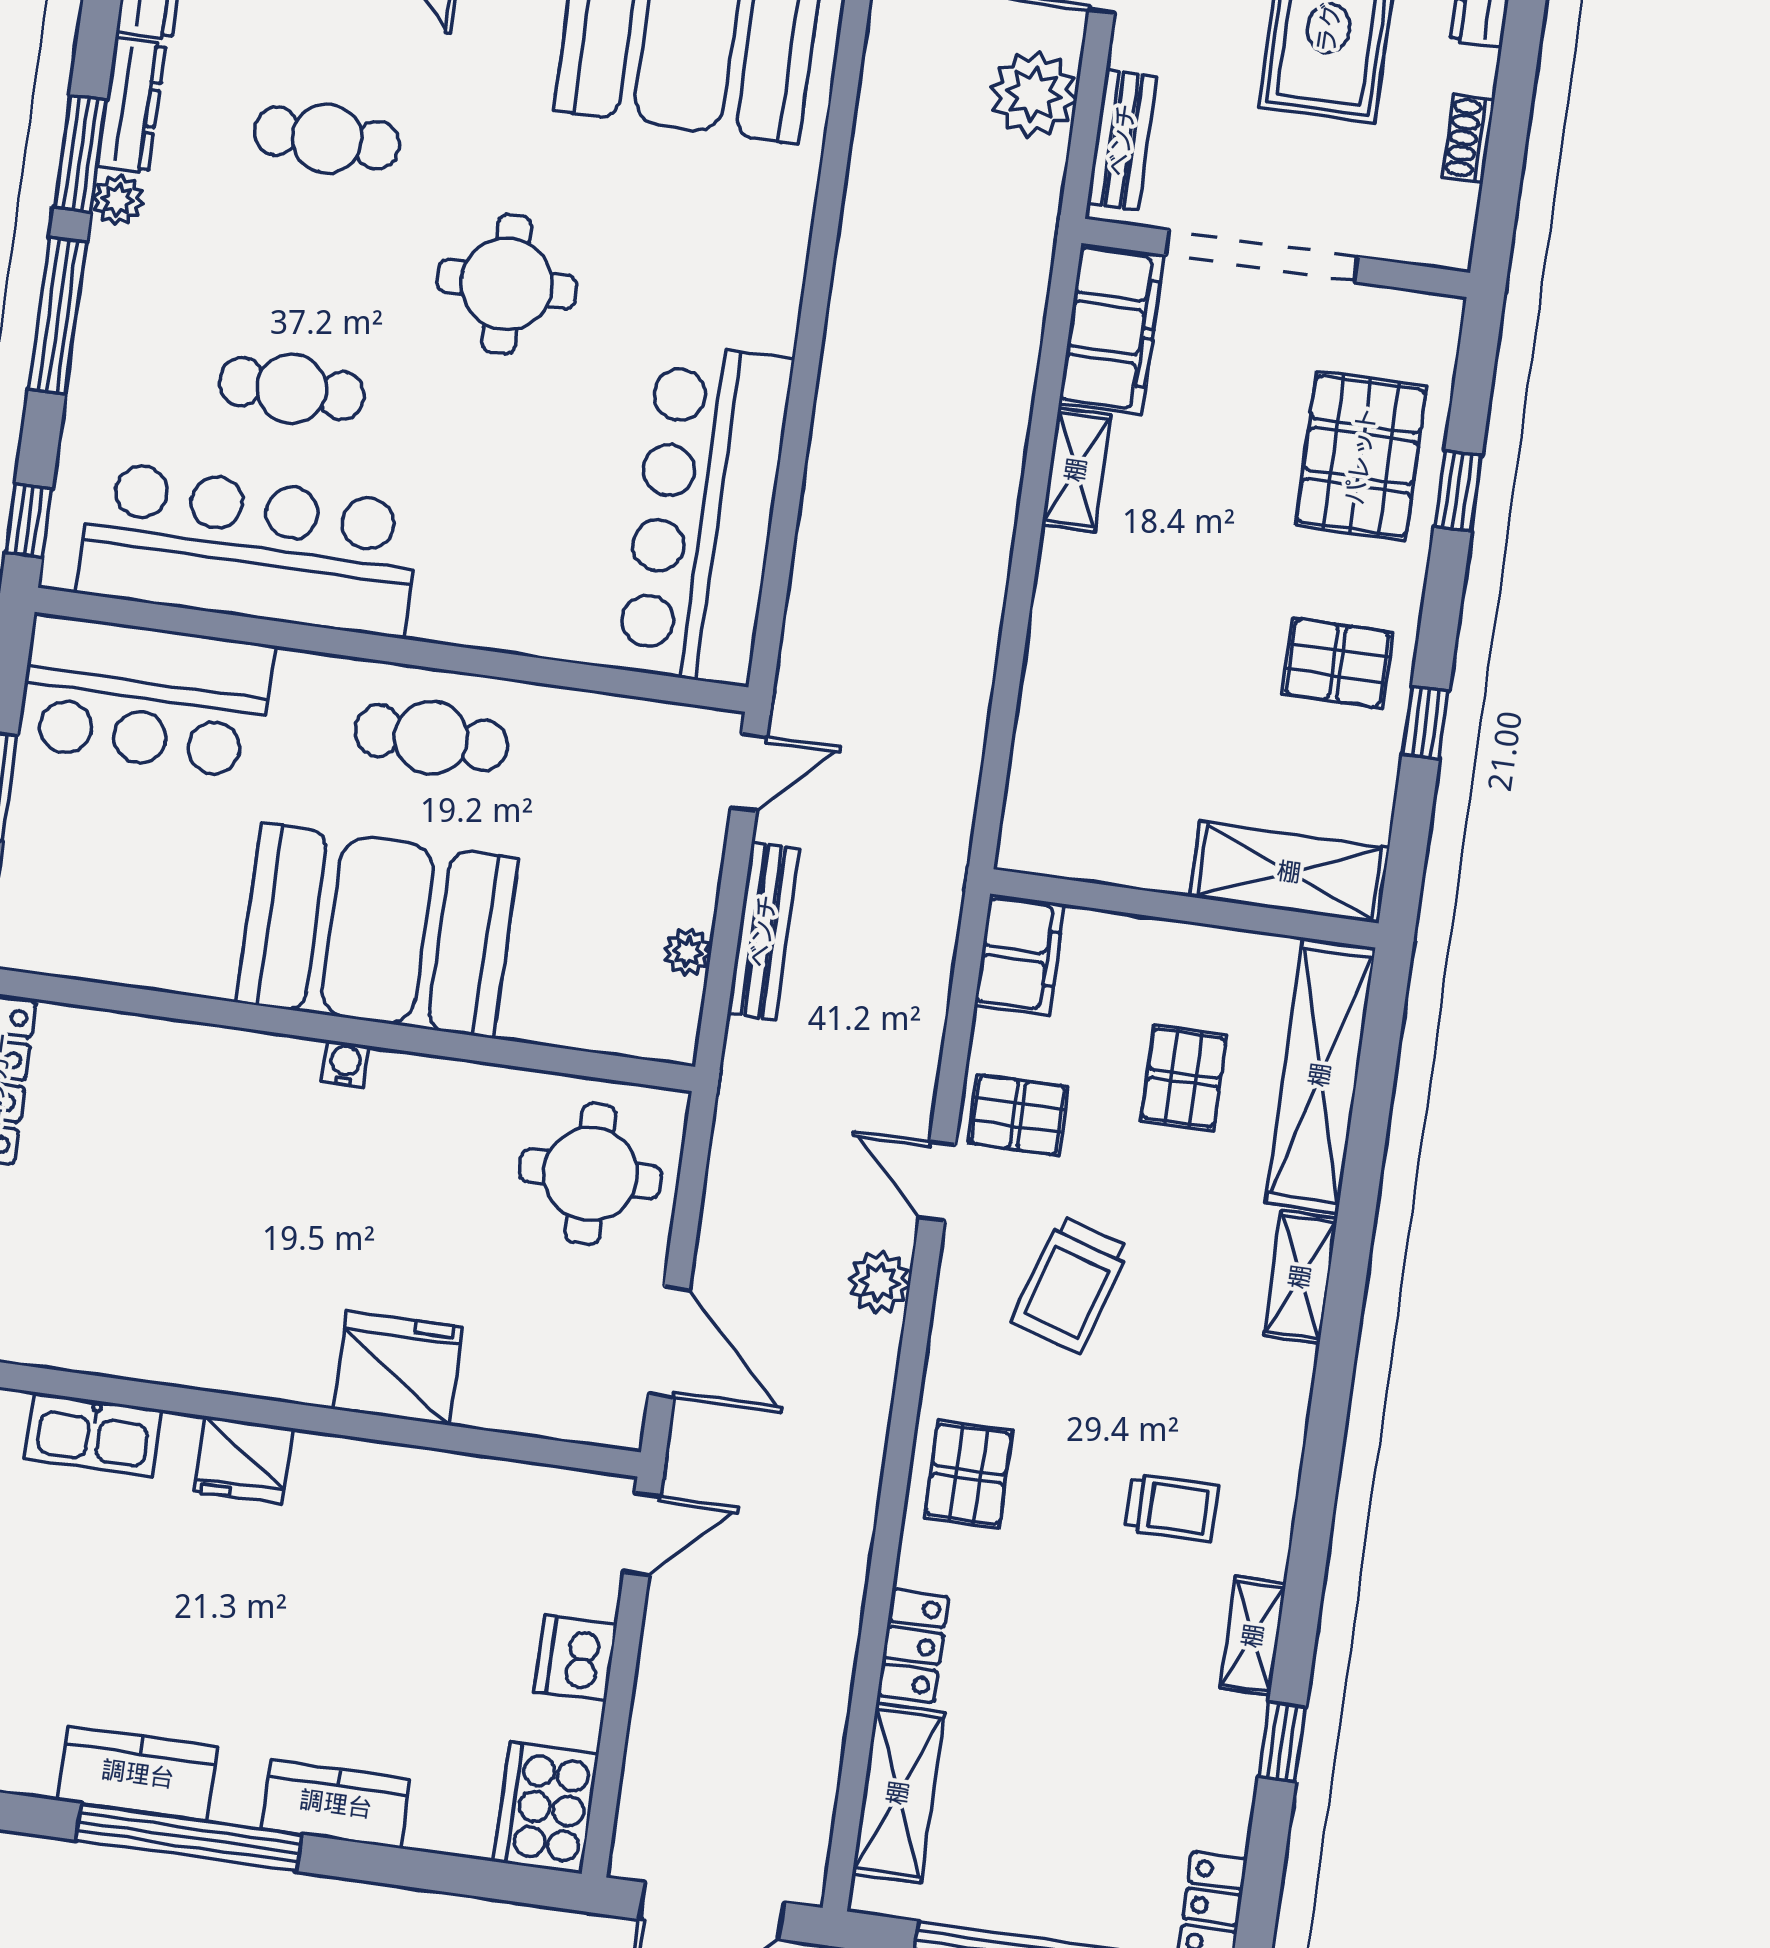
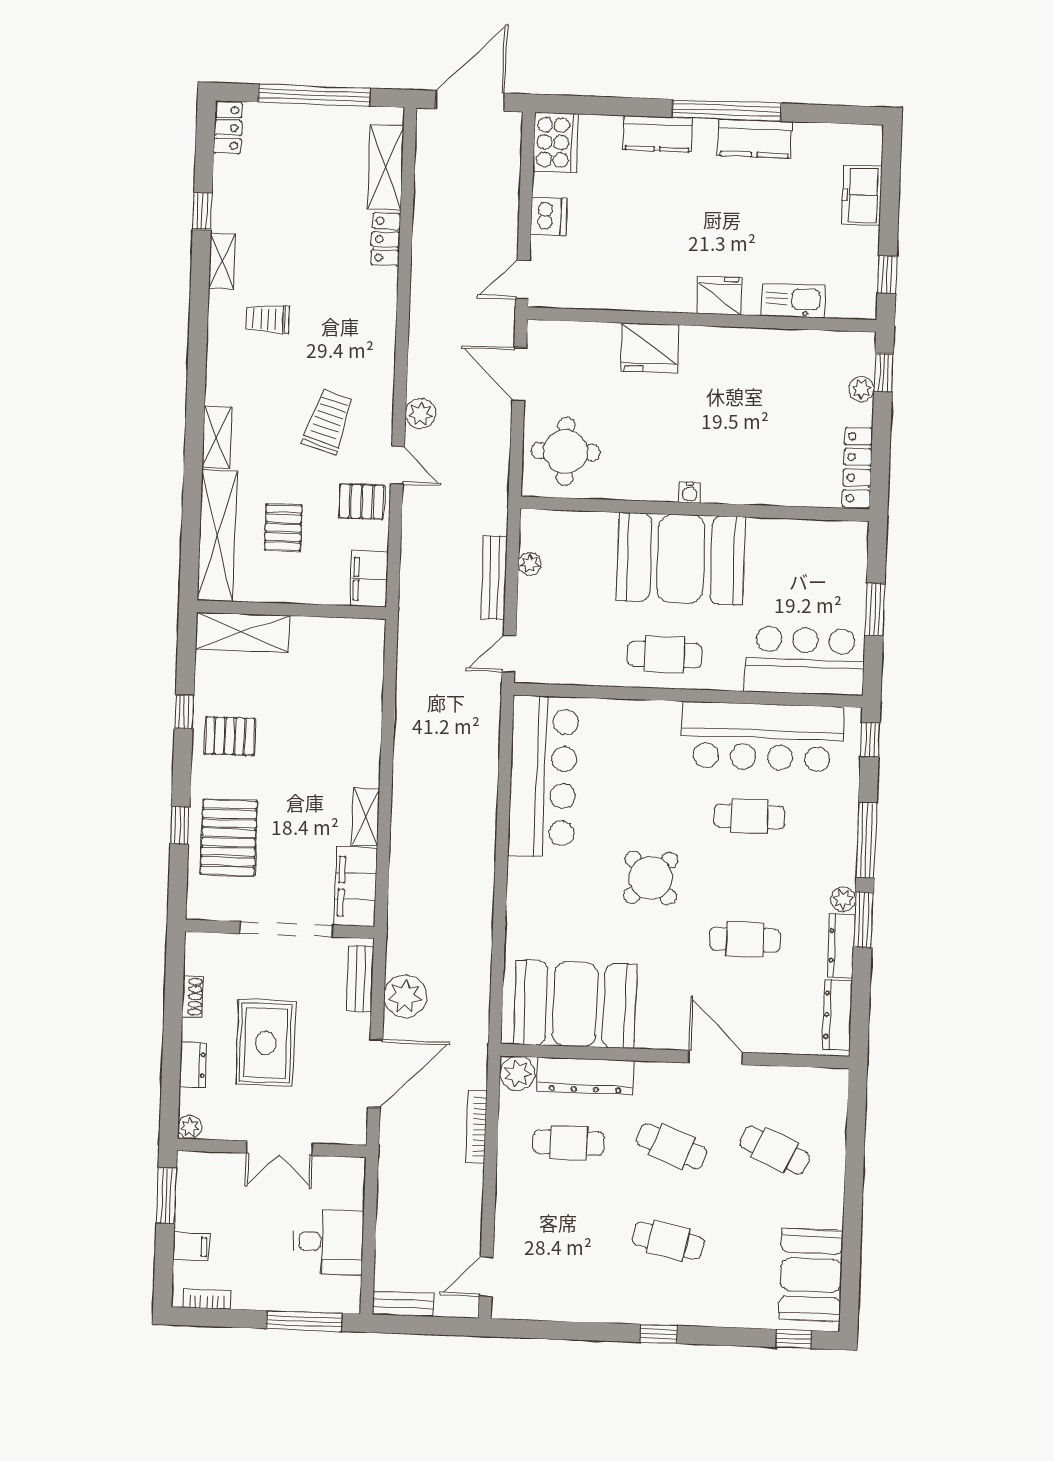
round table: (507, 284) -> (651, 878), turned 45
pallet: (968, 1474) -> (368, 325), removed

